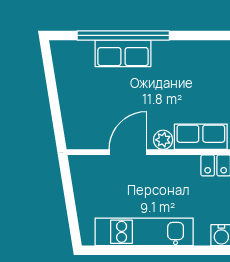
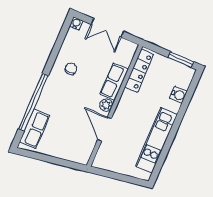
row of seats: (123, 53) -> (35, 129), moved
chair: (193, 68) -> (71, 69), added

